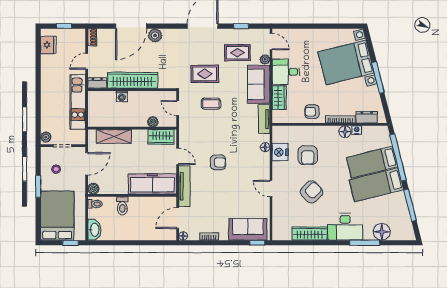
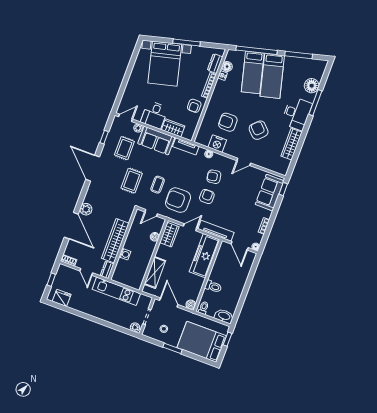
armchair: (202, 132) -> (178, 200), added
floor lamp: (345, 132) -> (227, 67), moved
armchair: (308, 155) -> (228, 122), turned 180
armchair: (243, 162) -> (214, 177), added

